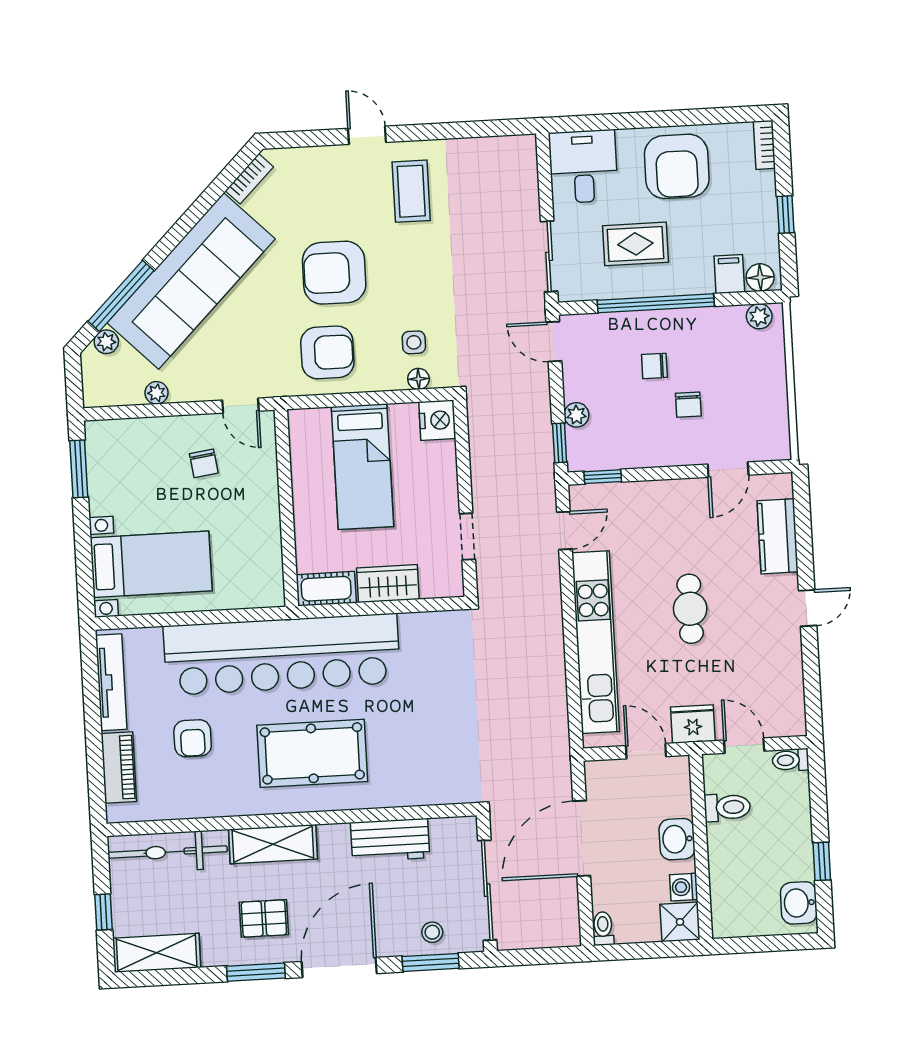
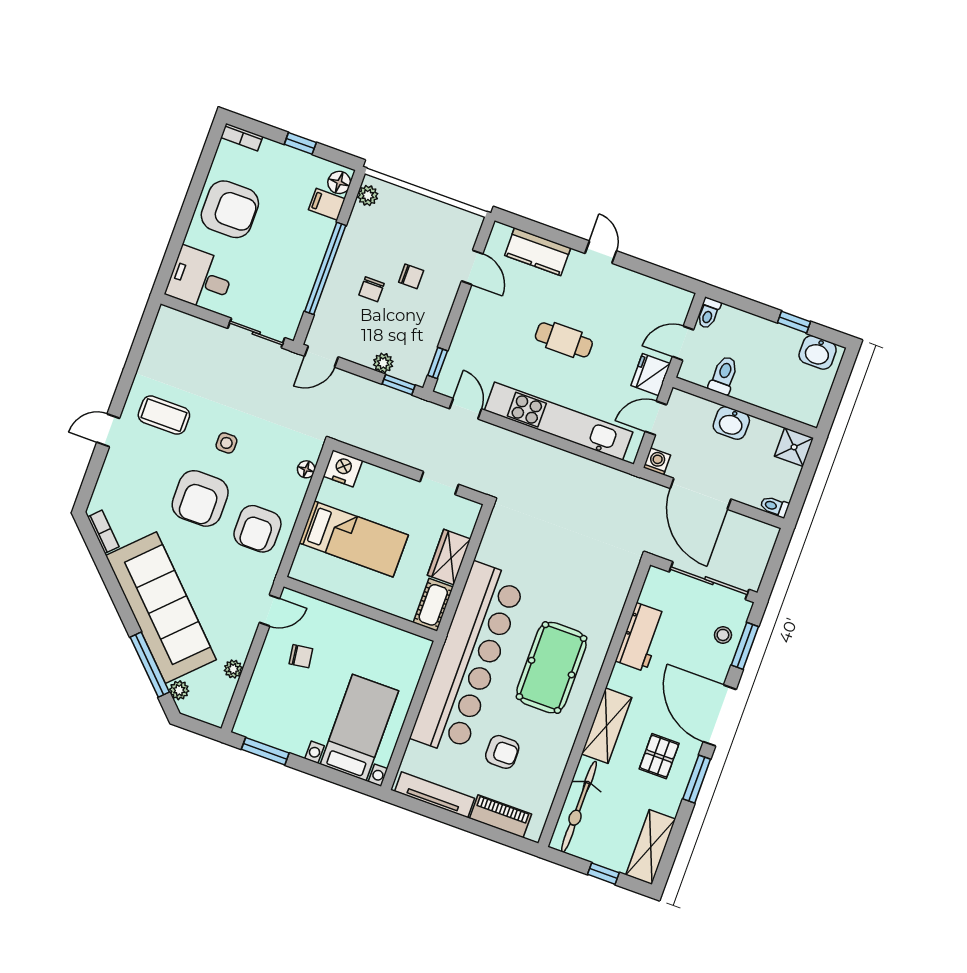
rug: (635, 244) -> (275, 265), removed
side table: (414, 342) -> (226, 443), moved
armchair: (327, 352) -> (257, 529), turned 180
washing machine: (684, 887) -> (657, 461), moved, turned 180

